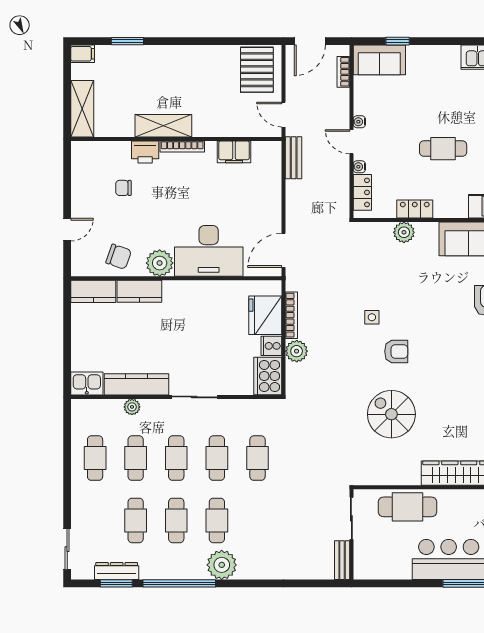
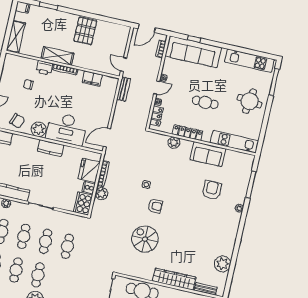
sofa: (379, 60) -> (193, 52), width x1.85, depth x1.27
pallet: (257, 70) -> (85, 31), moved
door: (351, 142) -> (157, 88), swing flipped
locker: (415, 209) -> (188, 133), width x1.53
kitchen counter: (139, 291) -> (51, 148), moved

